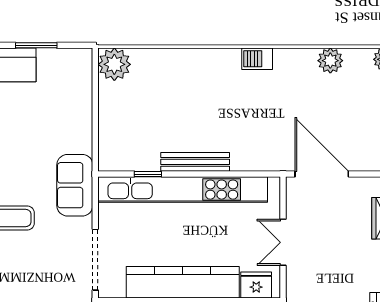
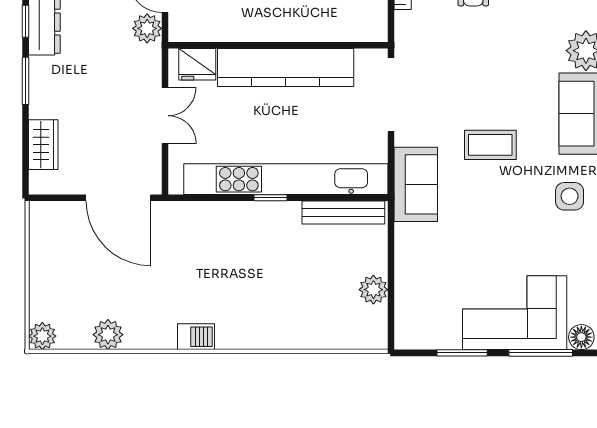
plant: (114, 64) -> (373, 290), moved, width x0.73, depth x0.73
bench: (195, 162) -> (343, 212), moved
window: (148, 174) -> (271, 198), moved

